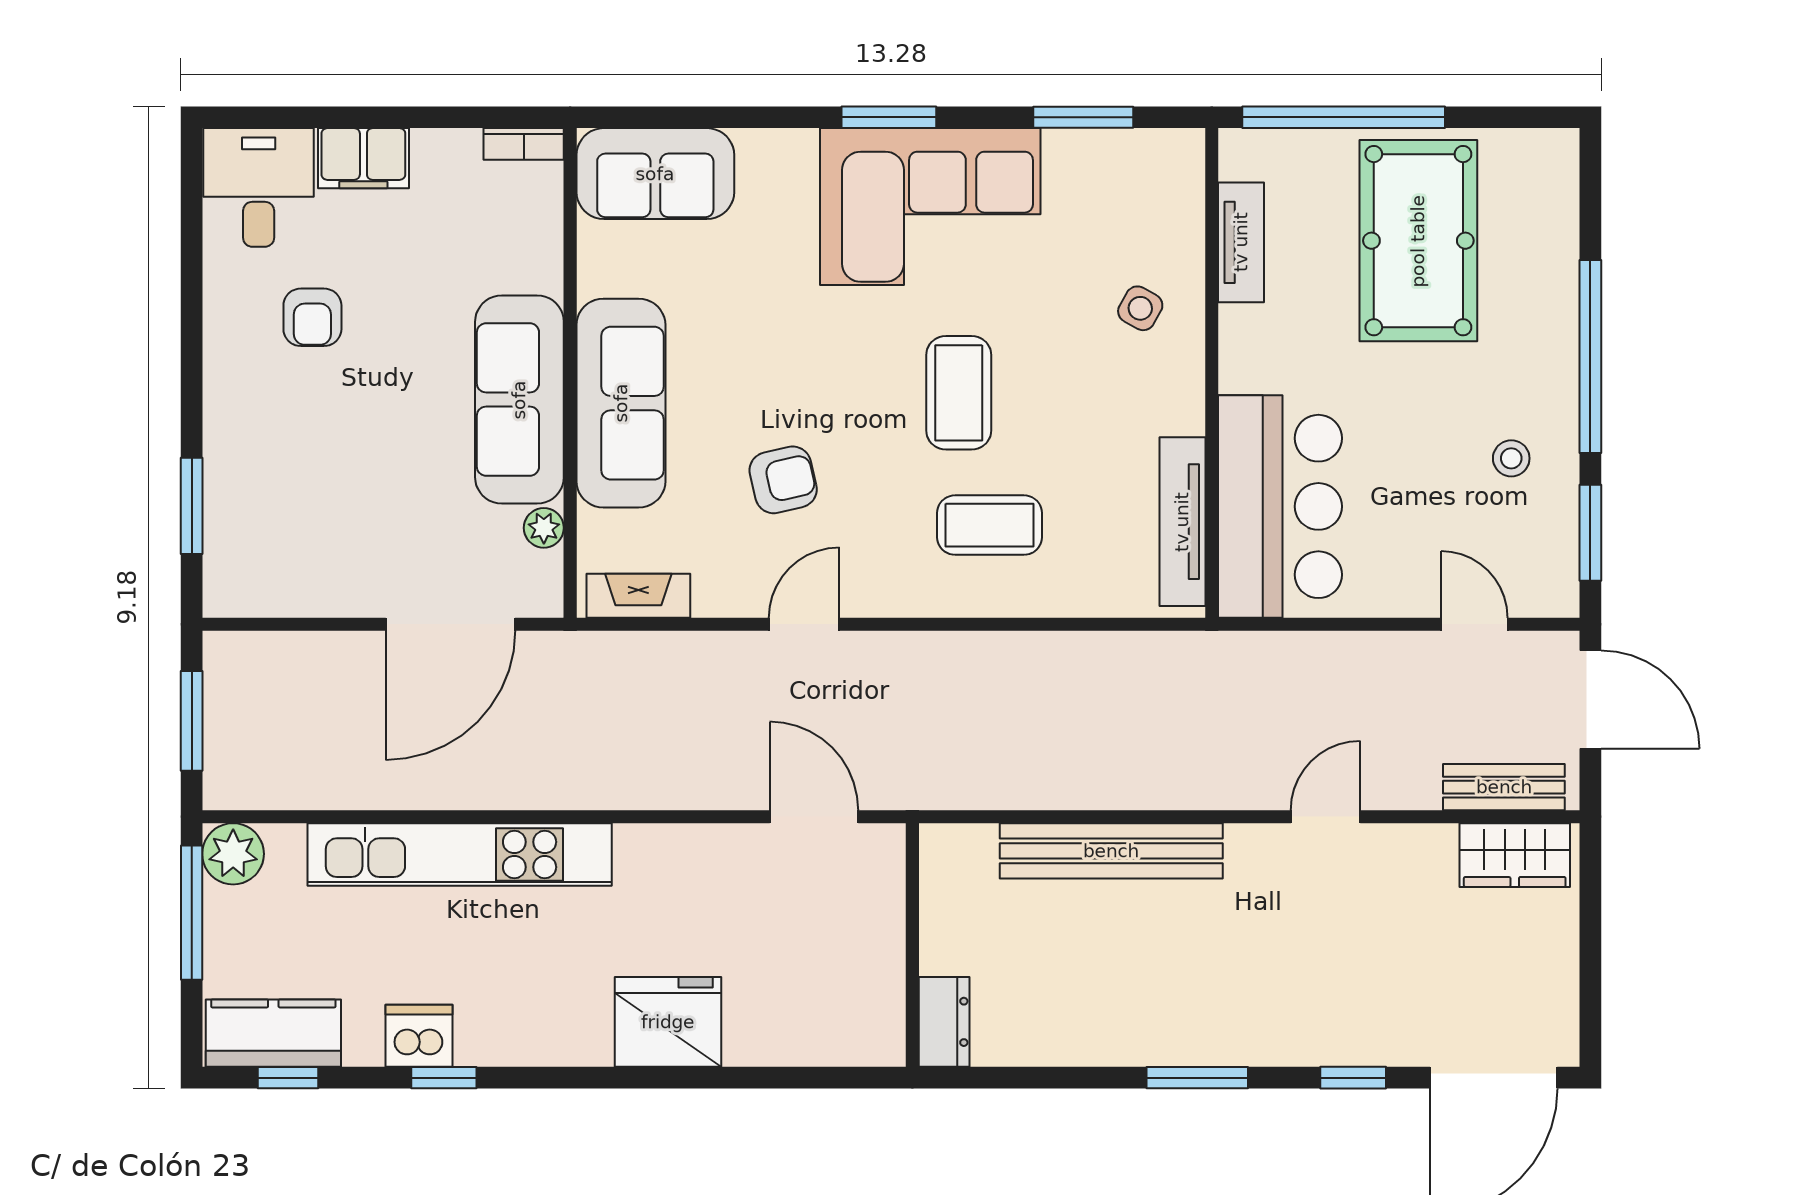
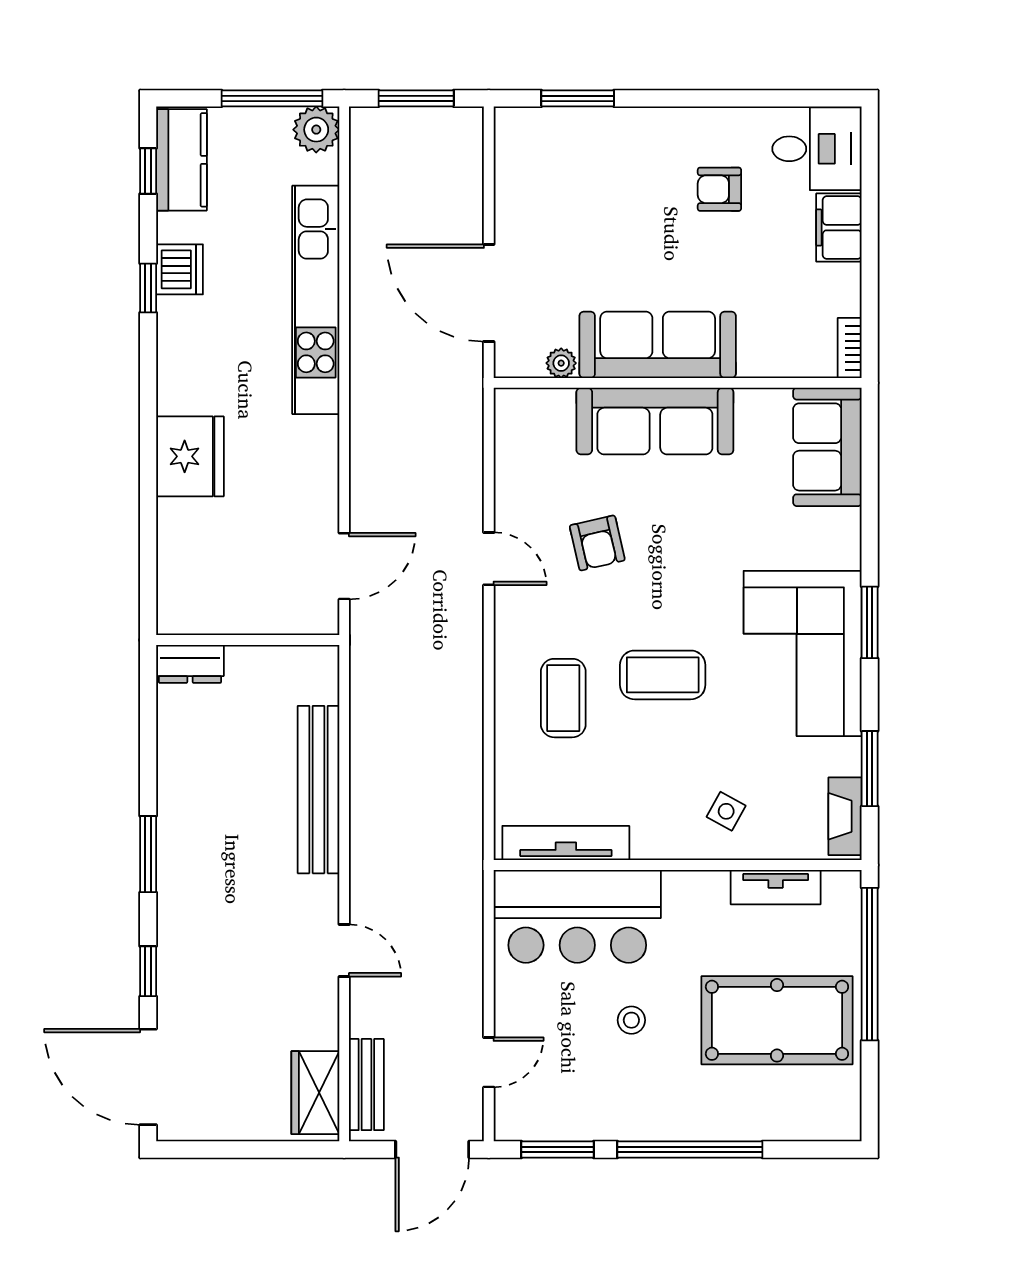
stool: (1511, 458) -> (631, 1020), moved
fireplace: (638, 596) -> (845, 816), moved, turned 180

